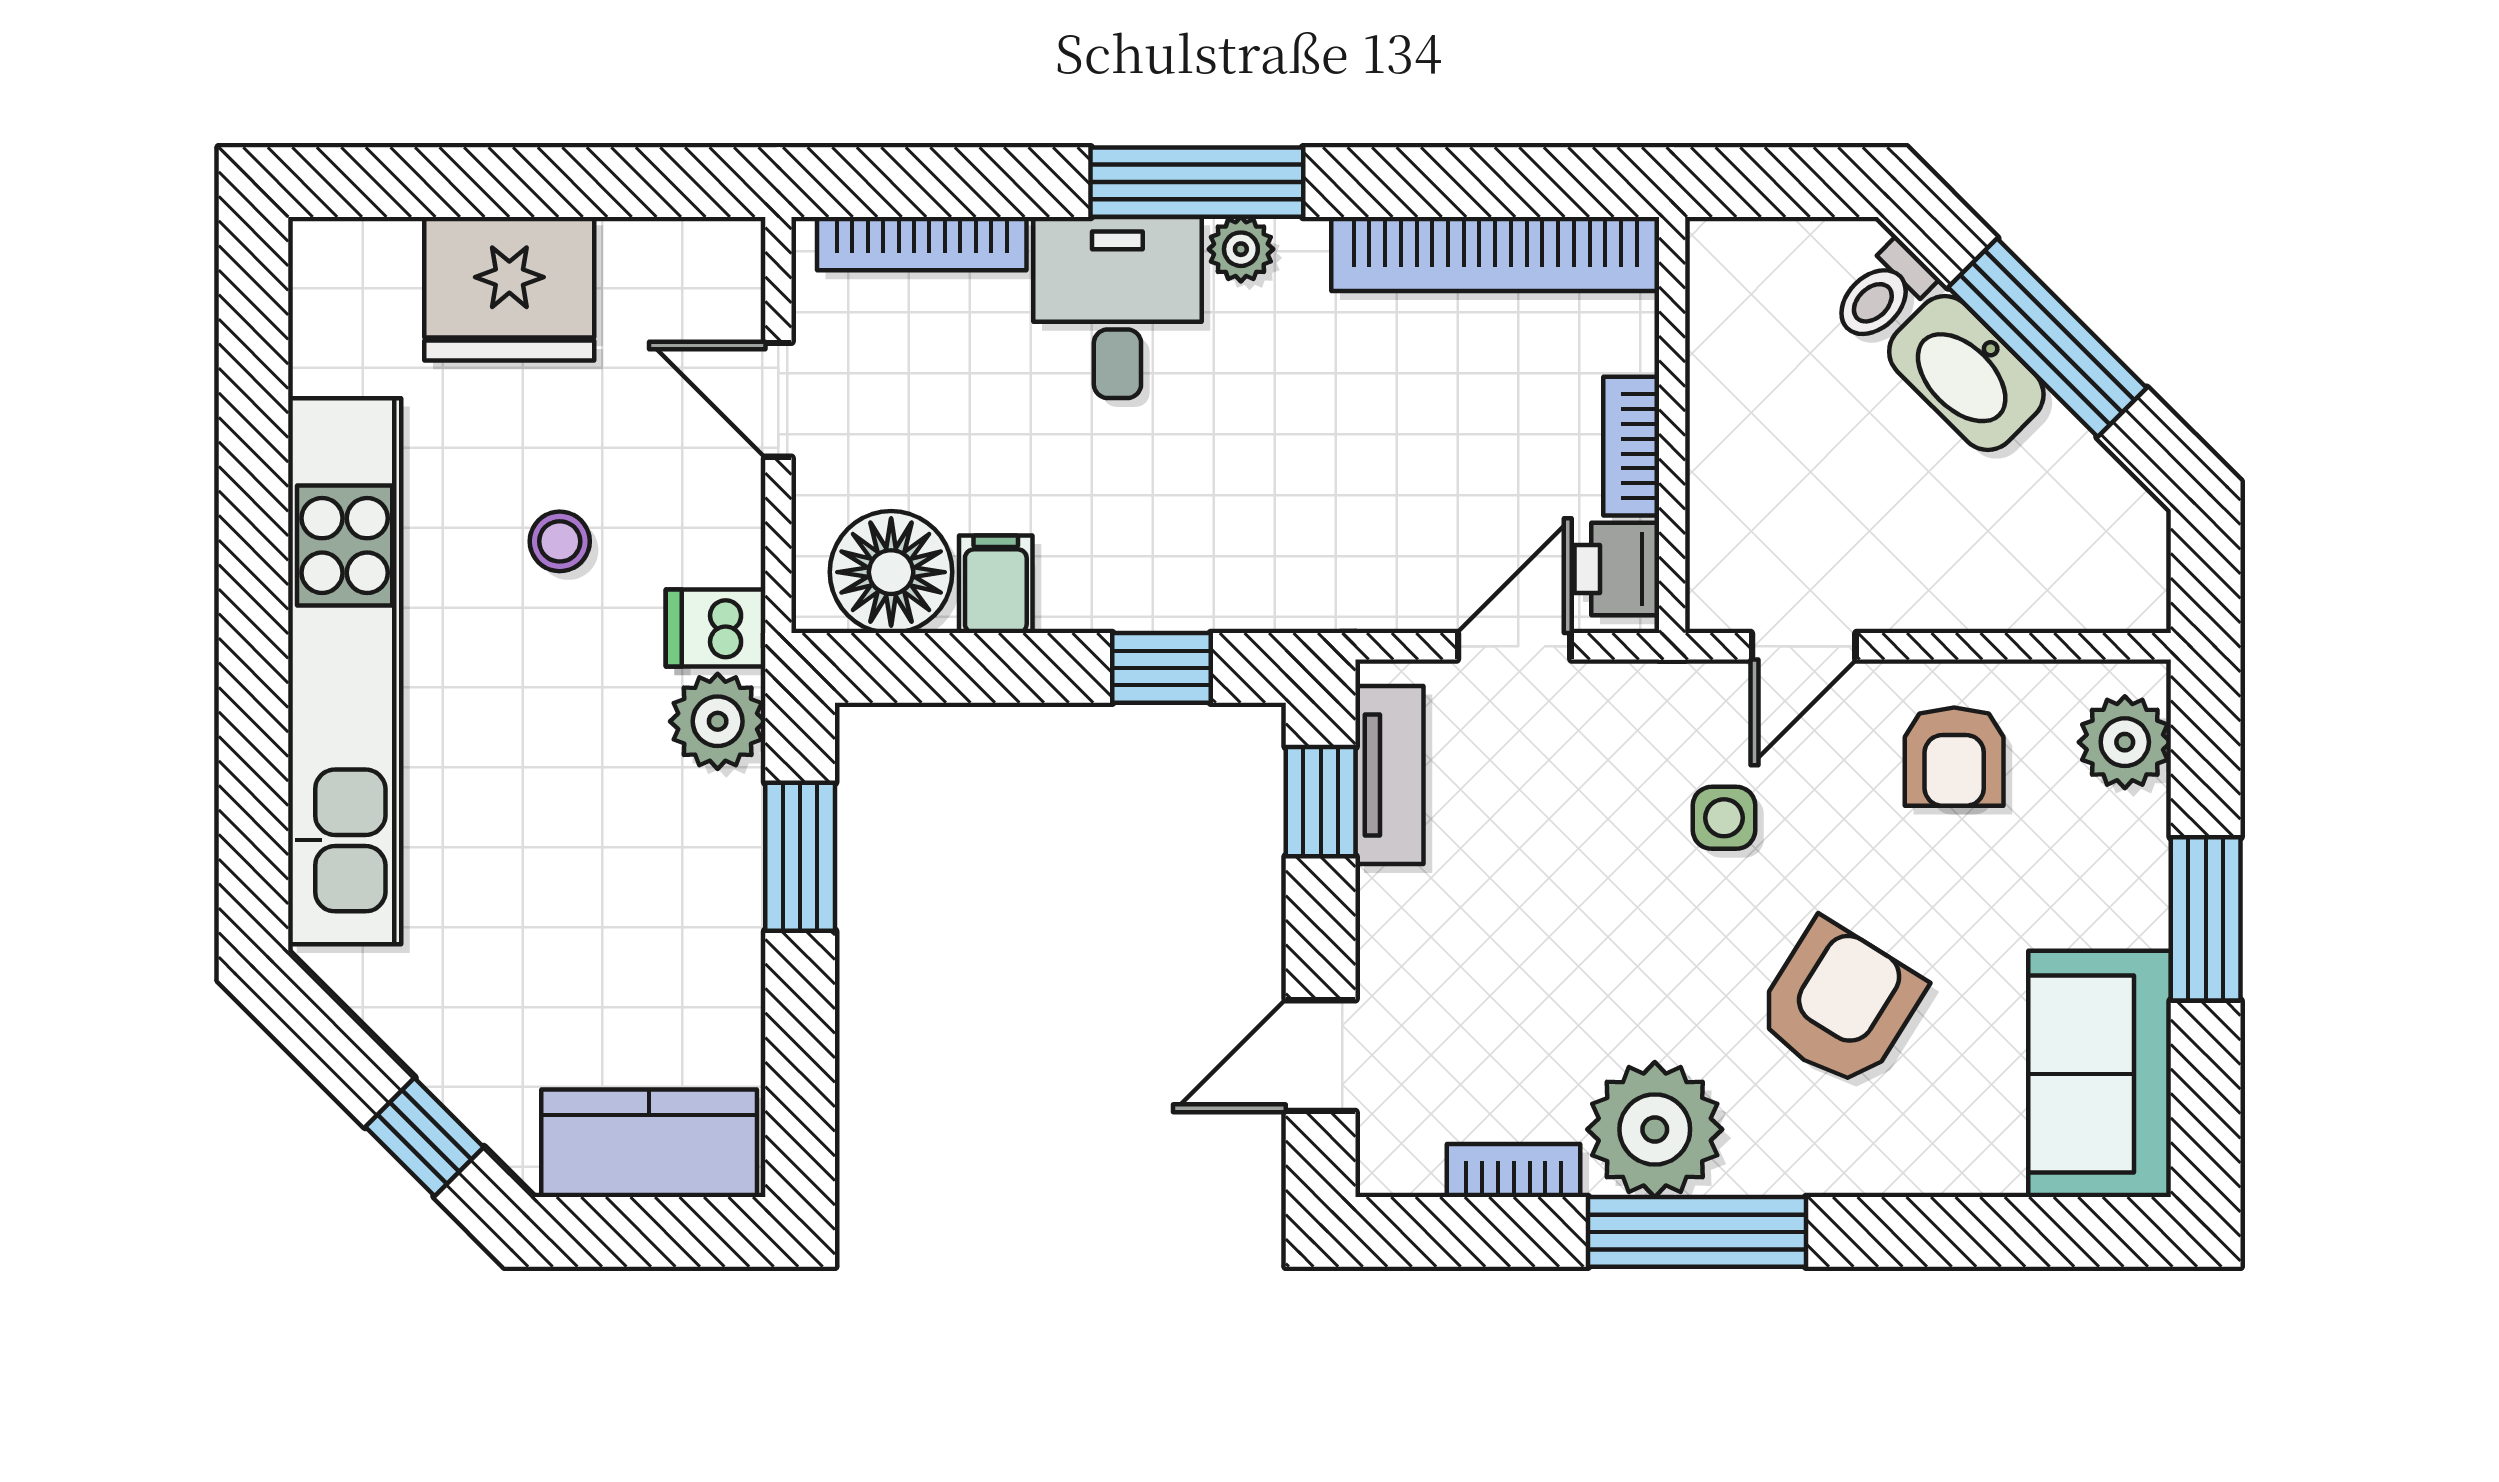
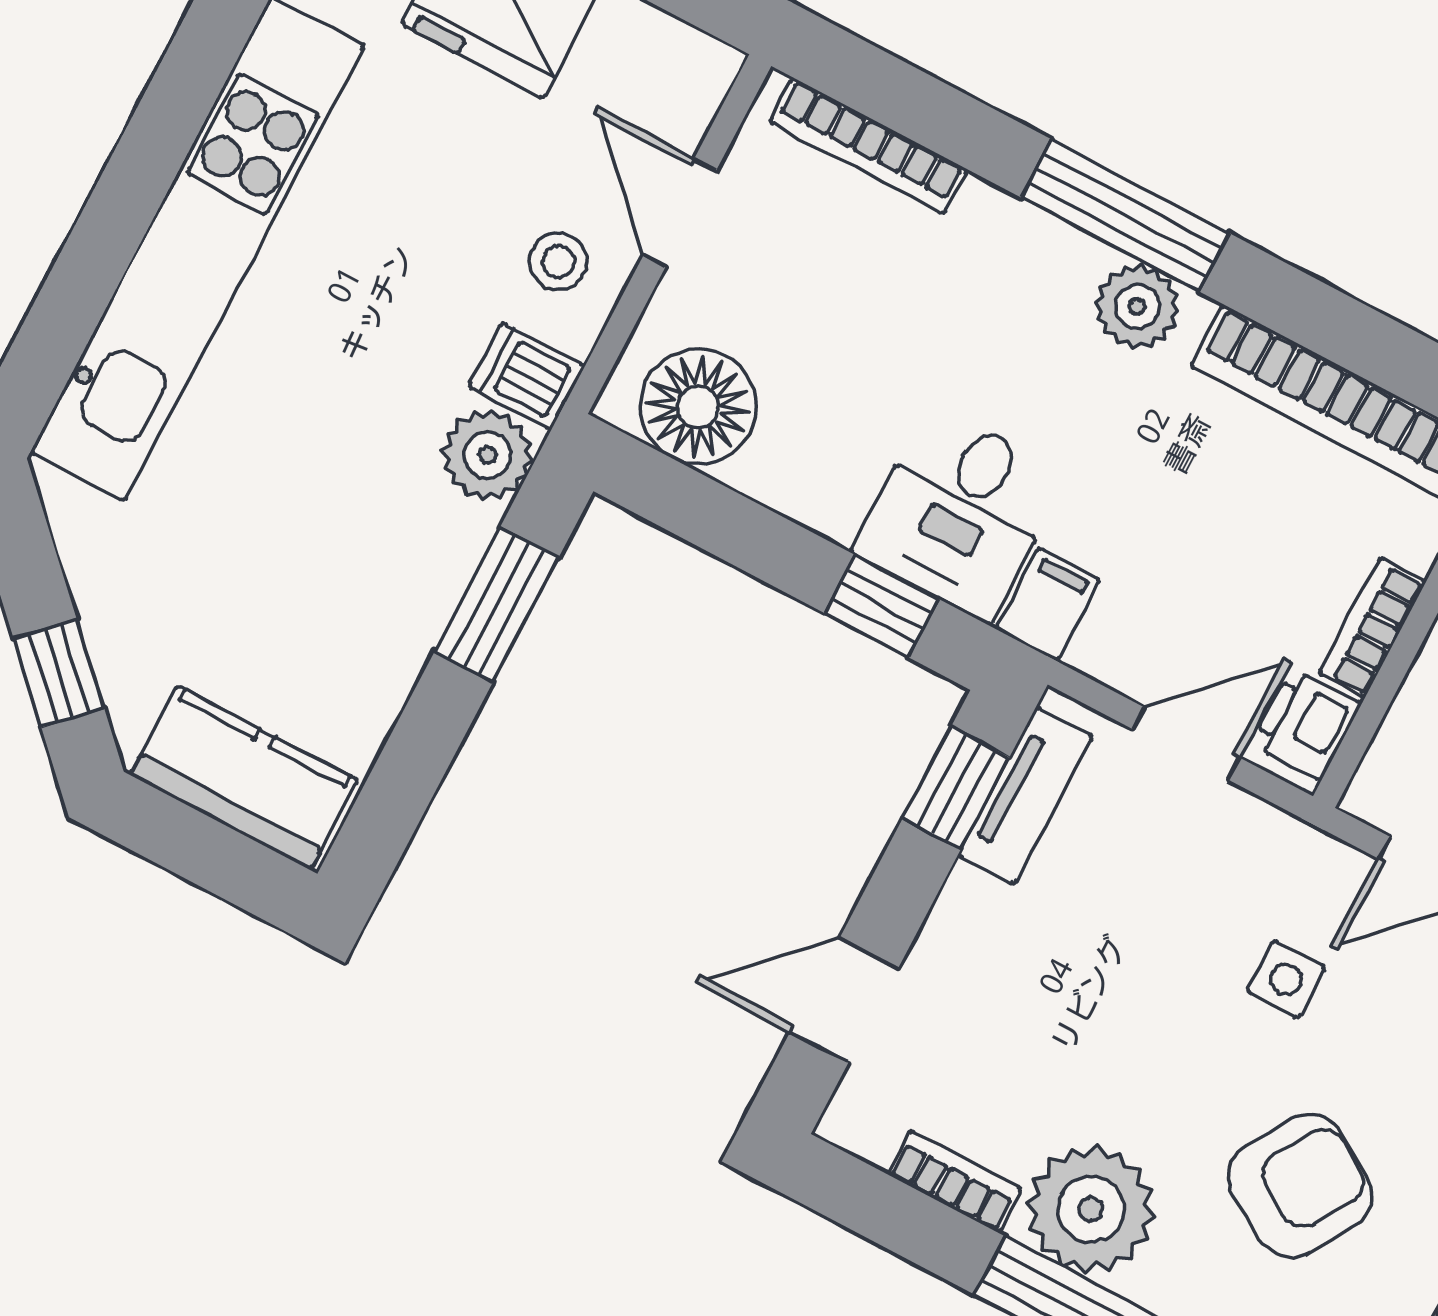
plant: (1241, 249) -> (1138, 307), width x1.38, depth x1.38
desk: (1117, 307) -> (960, 513), moved, turned 180
stool: (560, 541) -> (559, 262), moved
filing cabinet: (996, 584) -> (1048, 604), moved

